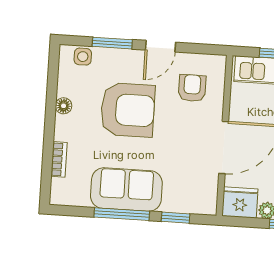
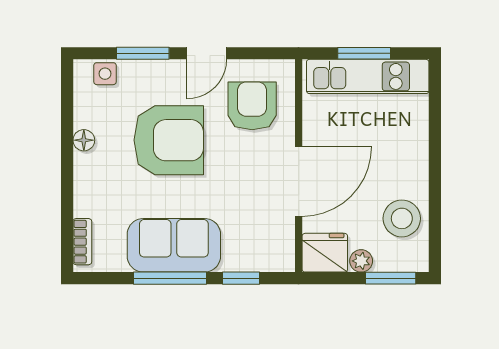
armchair: (192, 88) -> (252, 106), width x1.38, depth x1.38
bookcase: (59, 159) -> (82, 242), moved

